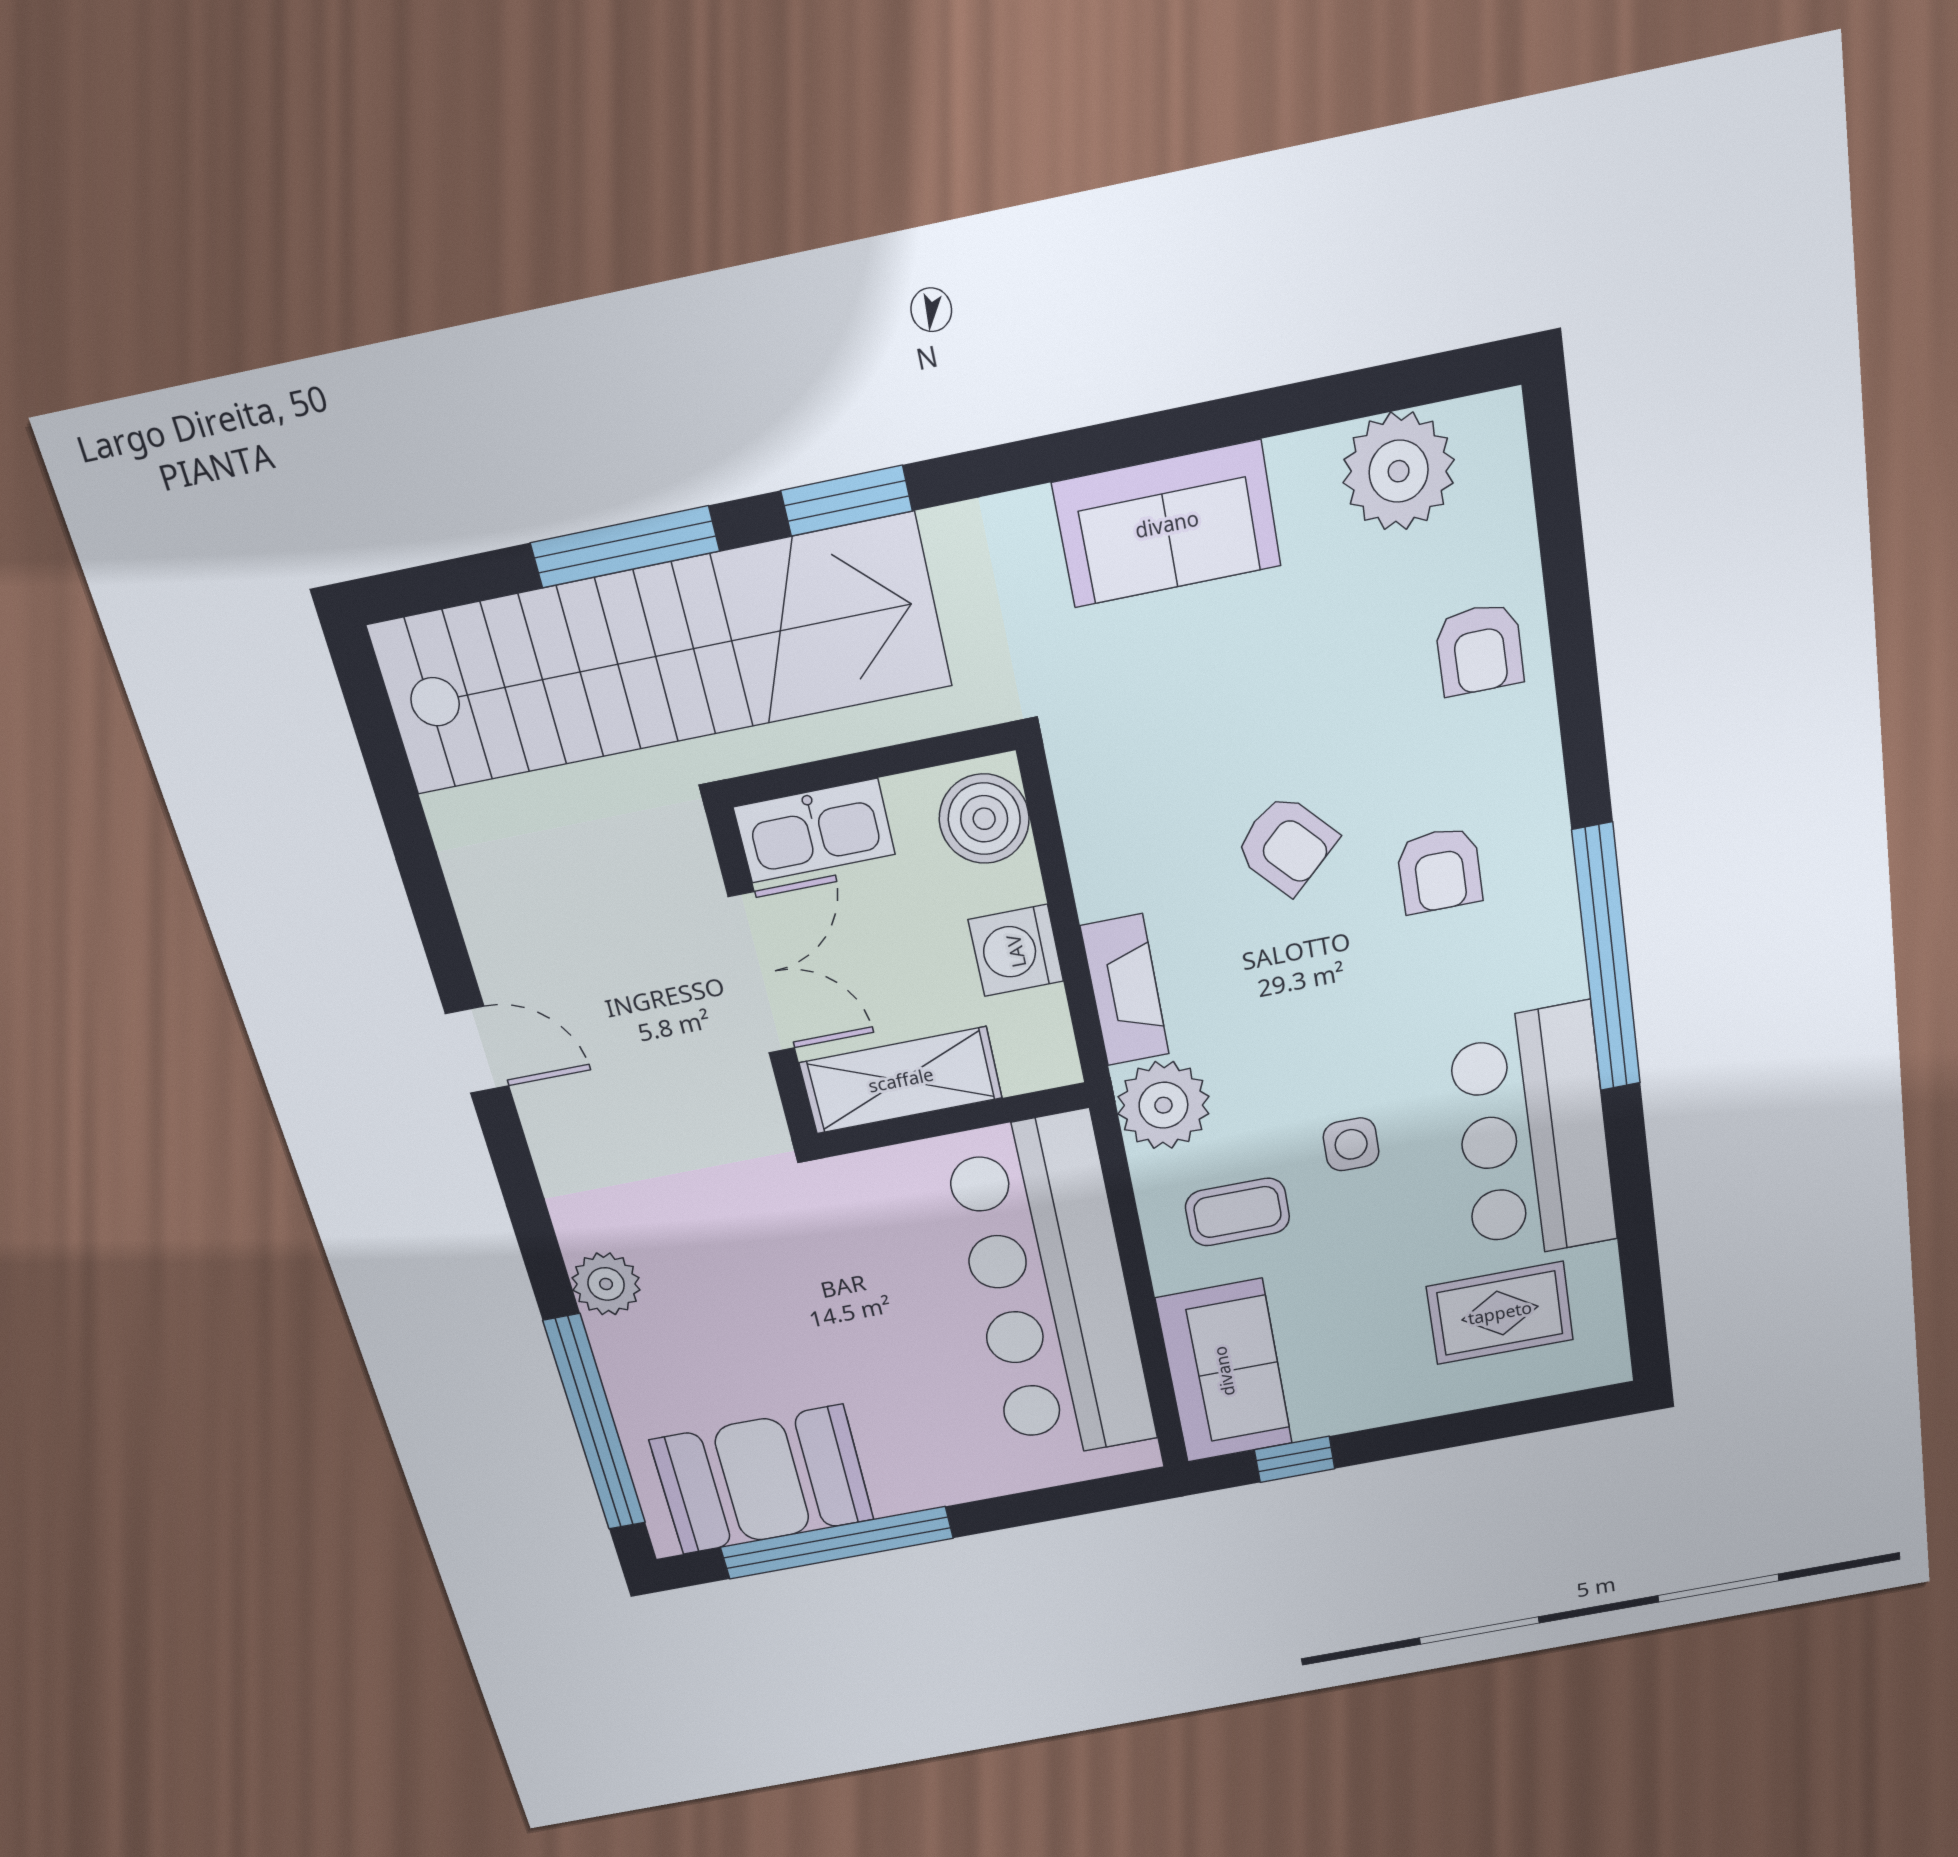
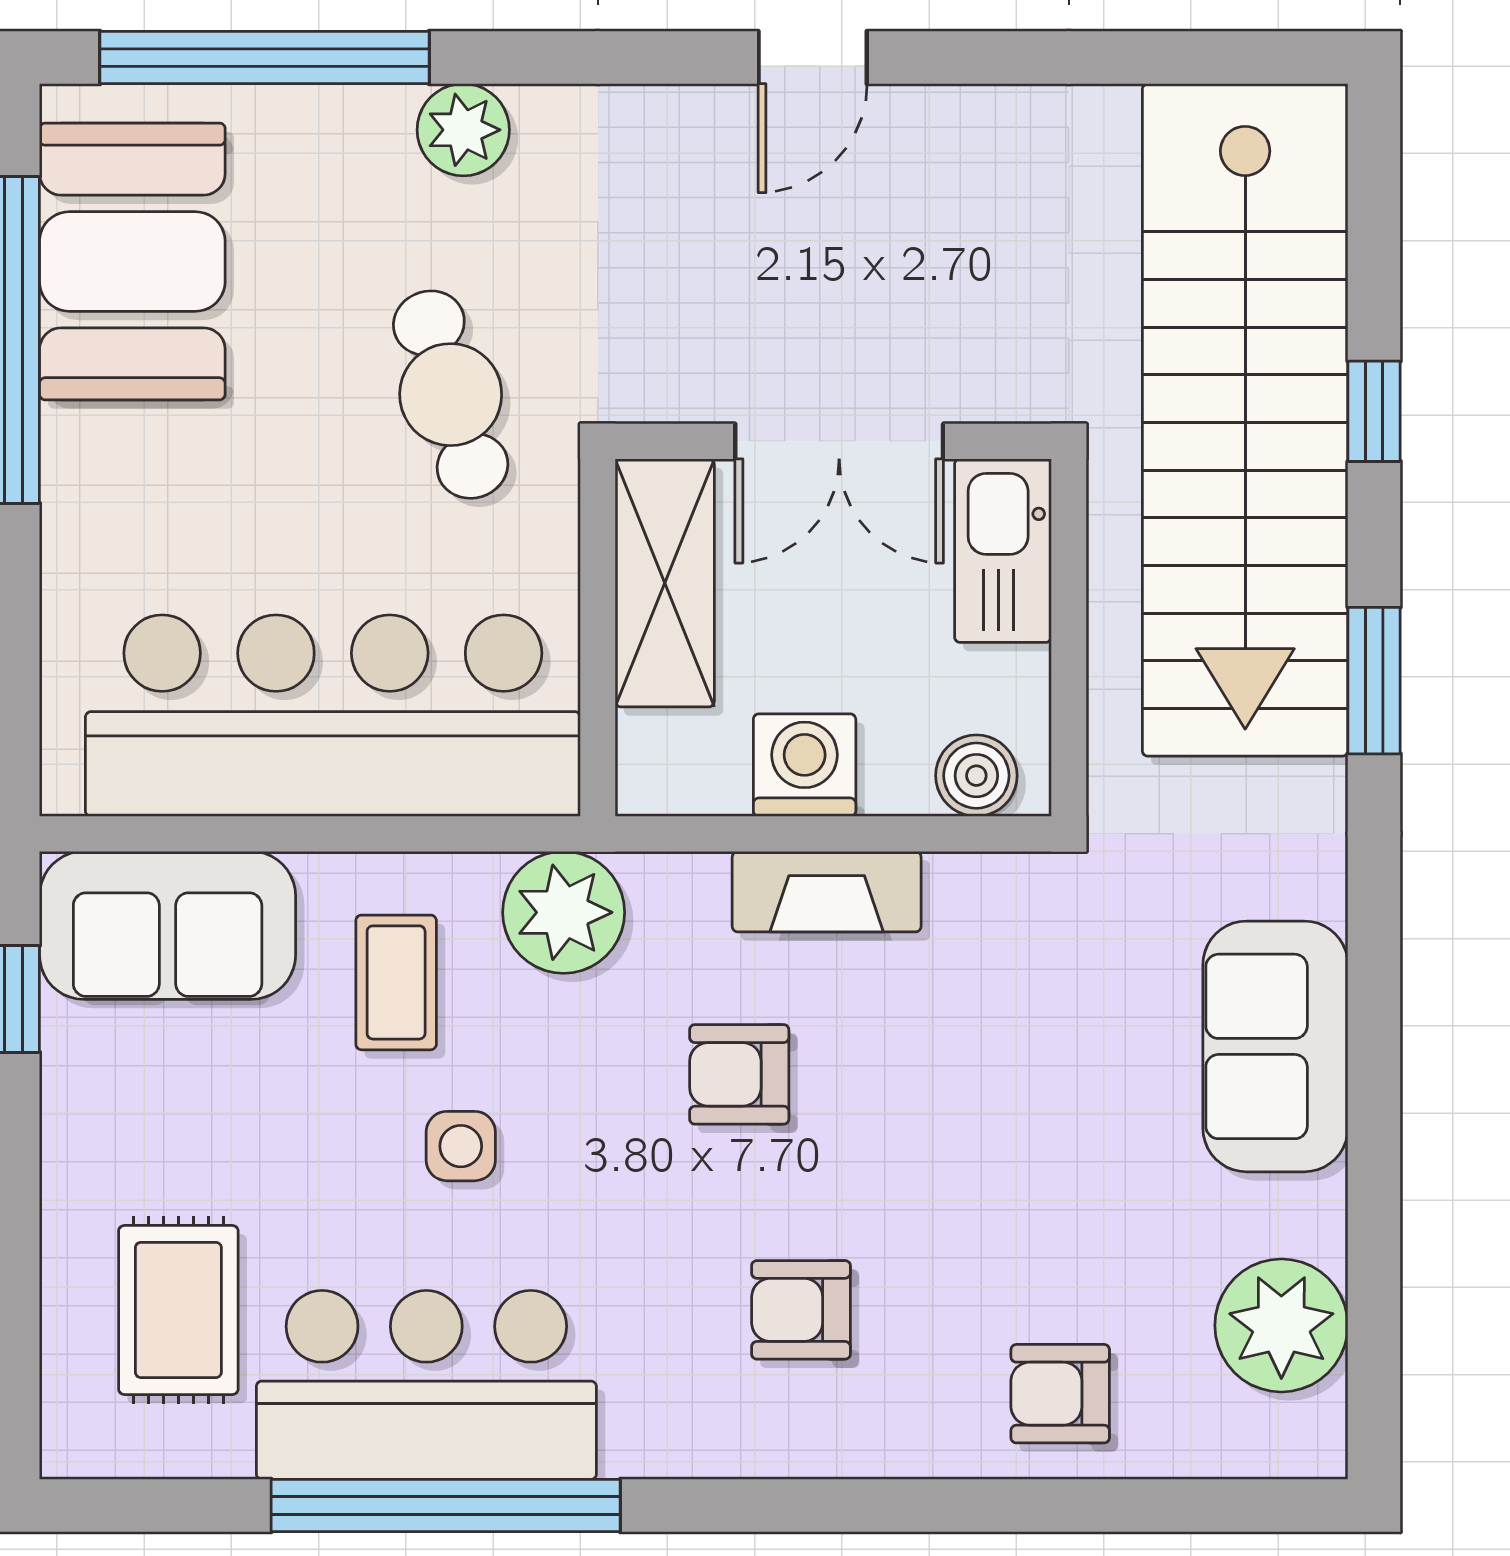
window: (625, 547) -> (1374, 411), width x0.46
boiler: (984, 819) -> (976, 776), width x0.73, depth x0.73
armchair: (1286, 845) -> (739, 1074), moved, turned 43
window: (1607, 959) -> (446, 1506), moved
fireplace: (1125, 990) -> (827, 892), moved
cafe table: (800, 1256) -> (451, 395), added

